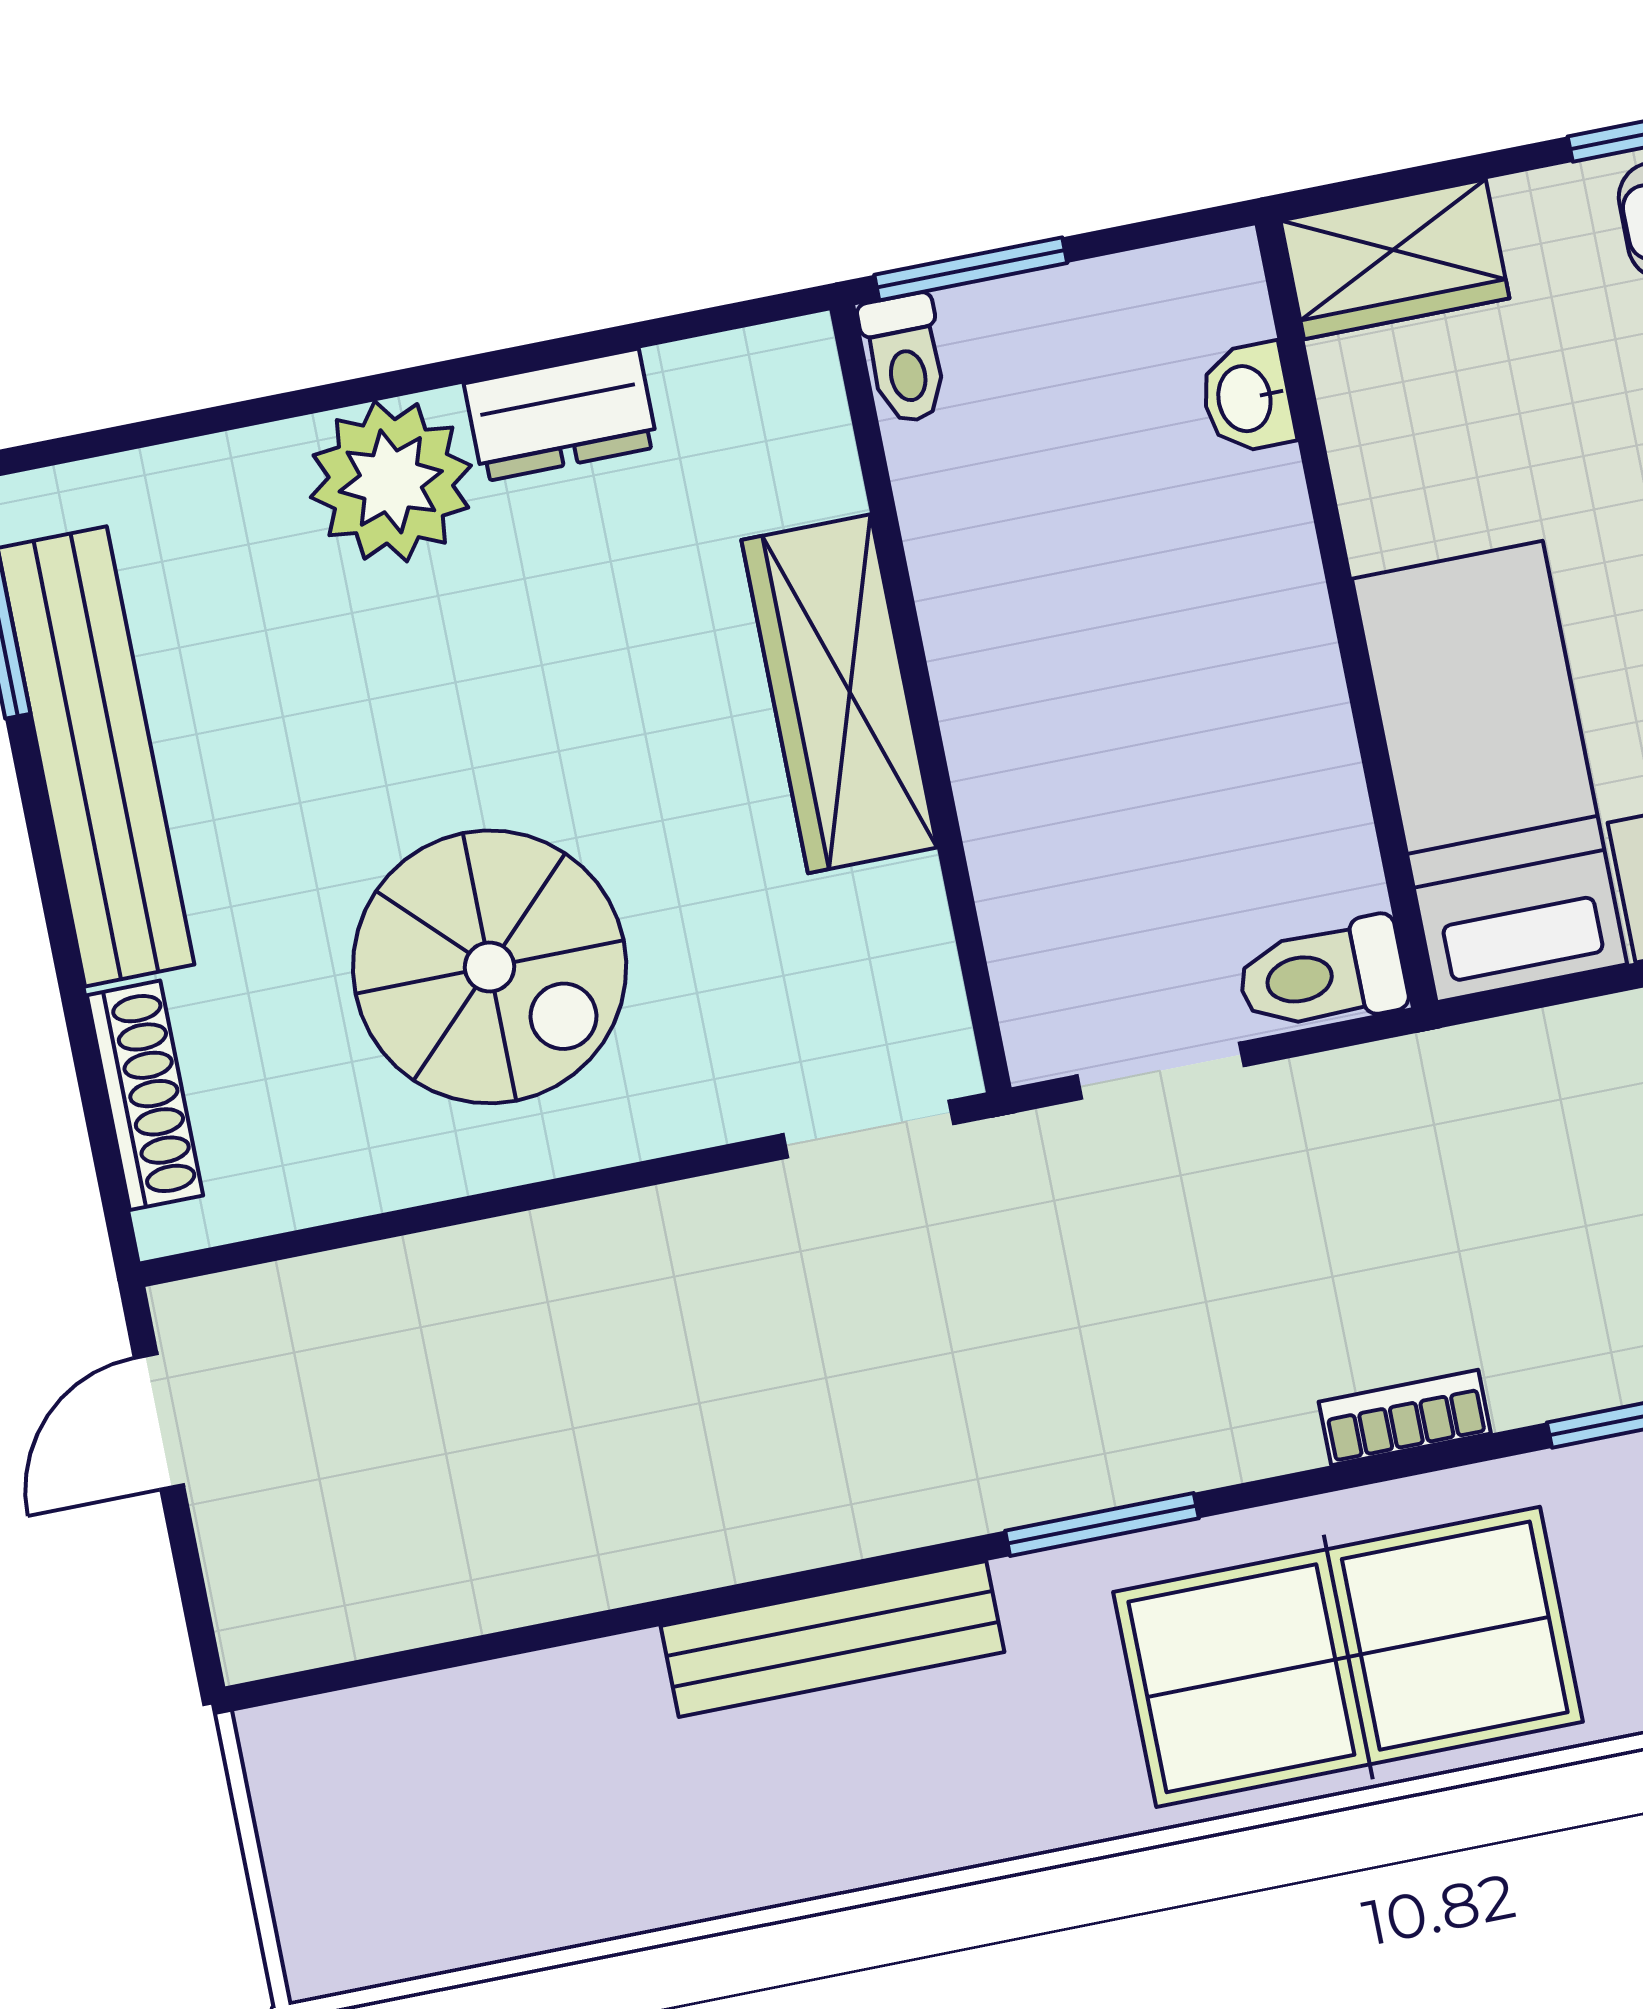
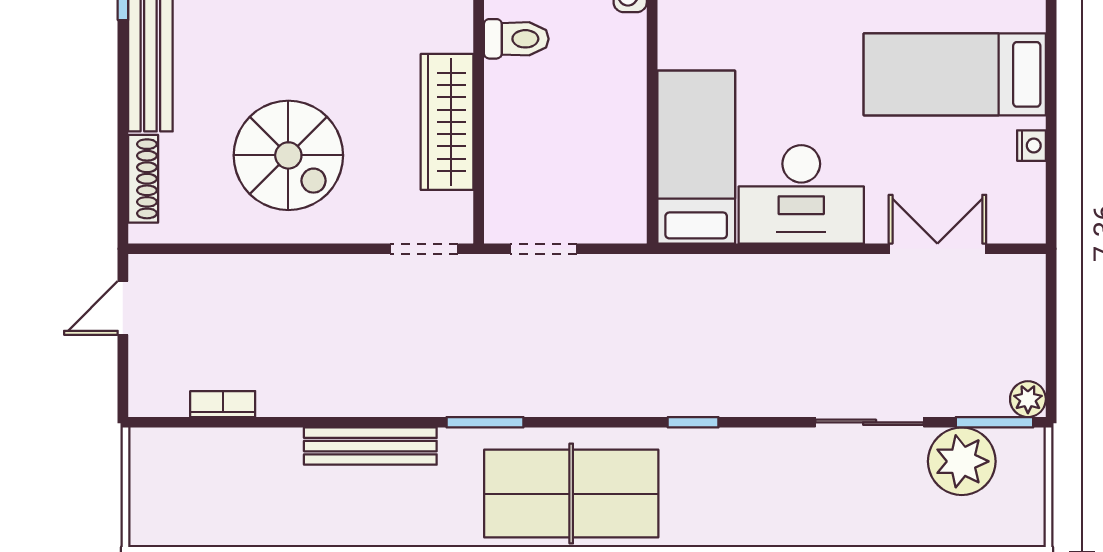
wardrobe: (839, 694) -> (447, 122), moved
toilet: (1322, 975) -> (516, 39), moved, turned 180
bookcase: (1405, 1418) -> (223, 404), moved

